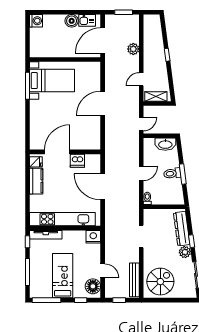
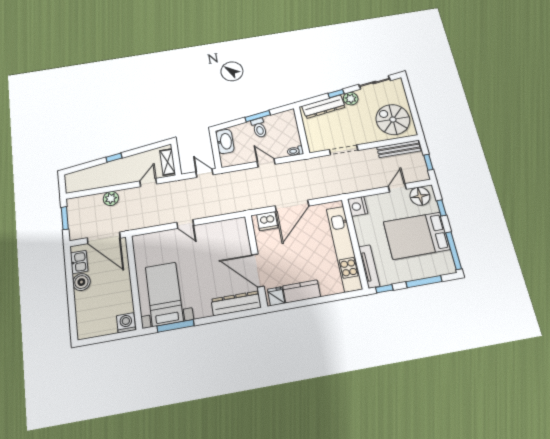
washing machine: (36, 21) -> (126, 323), moved
door: (141, 79) -> (148, 183), swing flipped
door: (103, 103) -> (185, 224), width x0.53
dresser: (36, 132) -> (236, 303), added
dishwasher: (77, 161) -> (267, 221), moved, turned 90
bed: (63, 276) -> (417, 236), width x1.50

